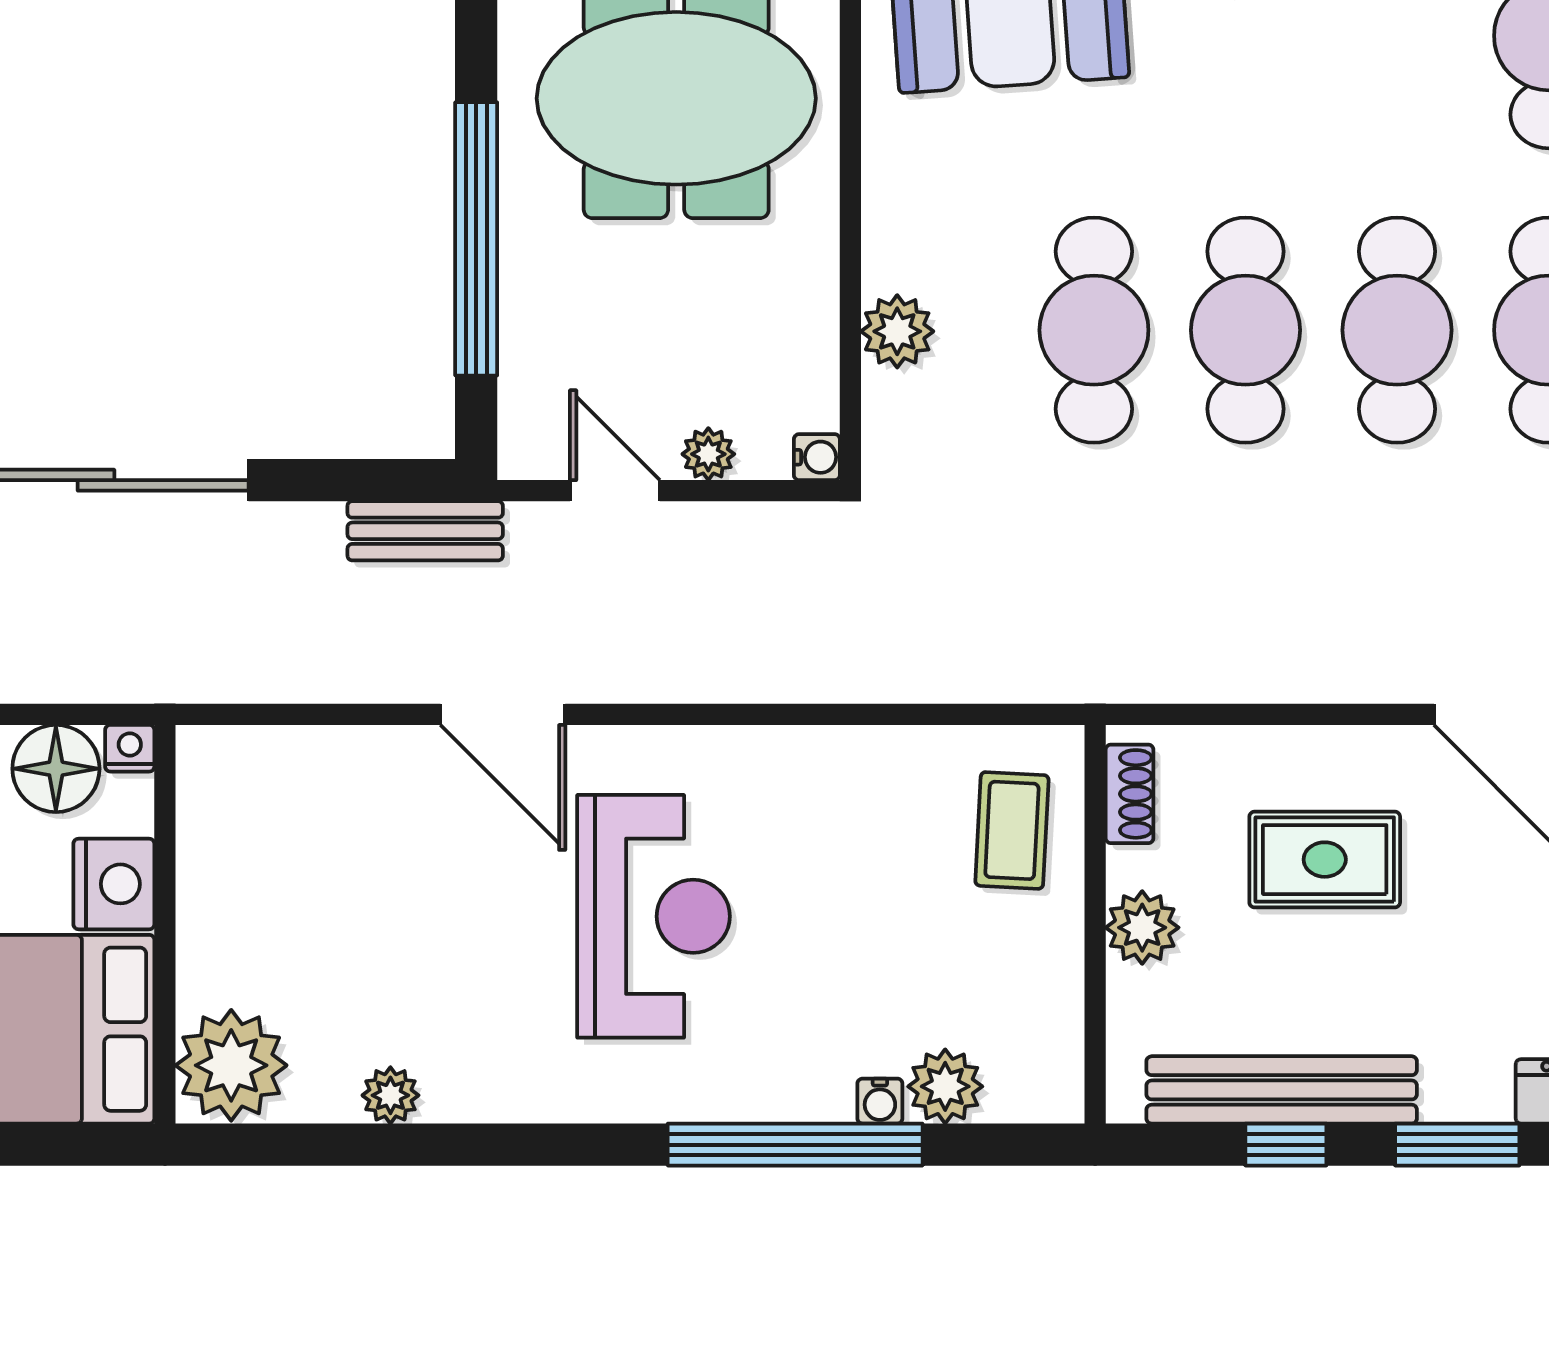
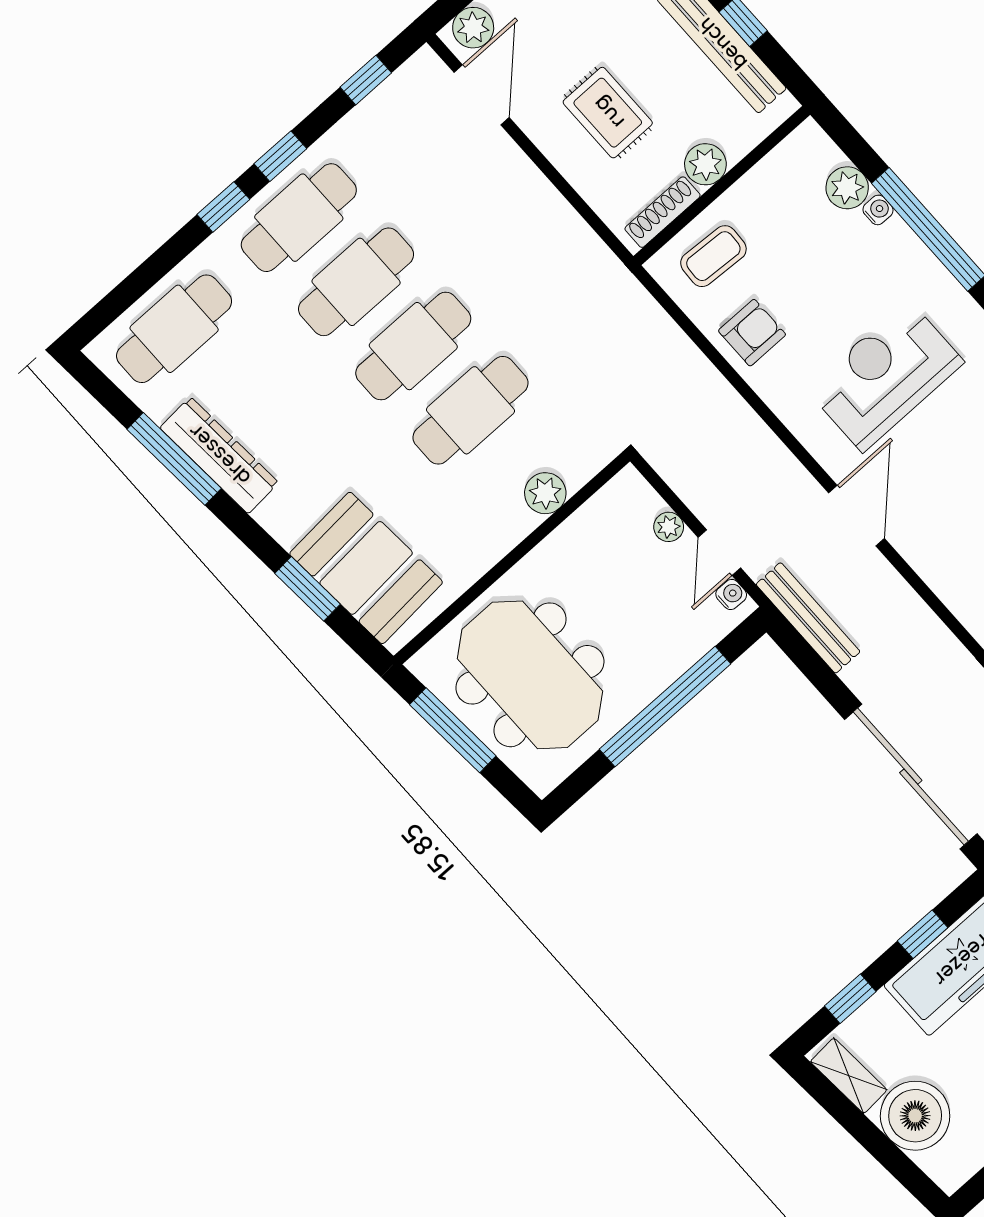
water cooler: (817, 457) -> (731, 594), moved, turned 90
bench: (425, 531) -> (808, 618), width x1.36
armchair: (866, 791) -> (752, 333), added
shoe rack: (1130, 794) -> (663, 212), width x1.43

